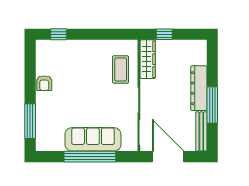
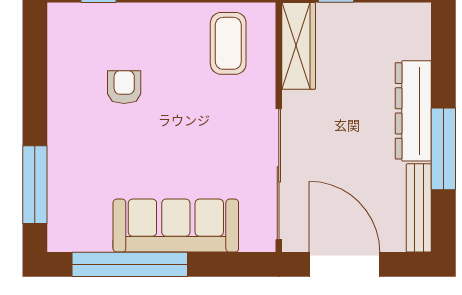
coffee table: (121, 69) -> (228, 43), moved
armchair: (44, 83) -> (124, 87), moved, turned 180
window: (90, 157) -> (130, 264), moved

